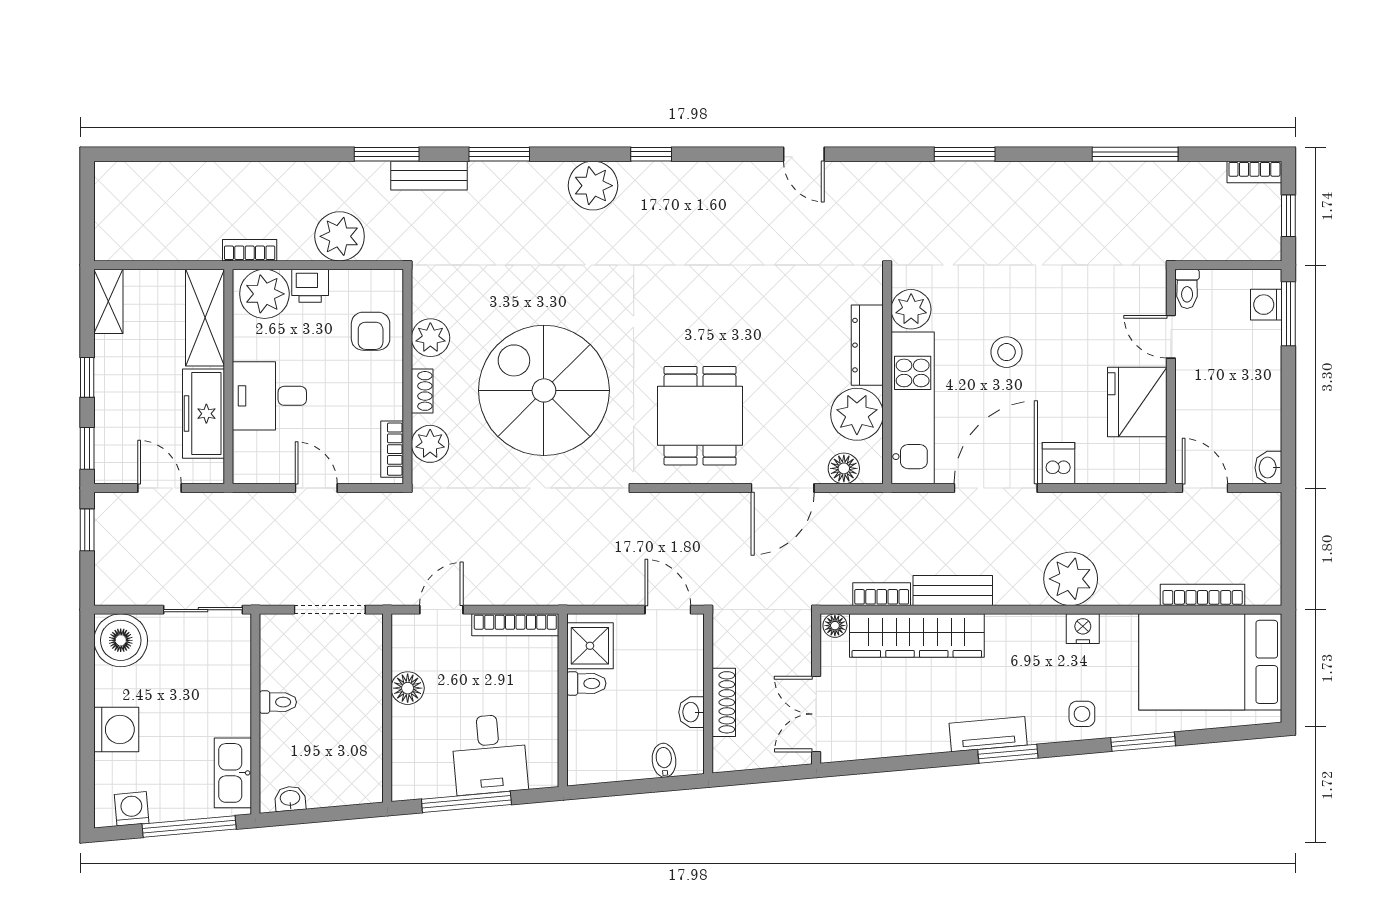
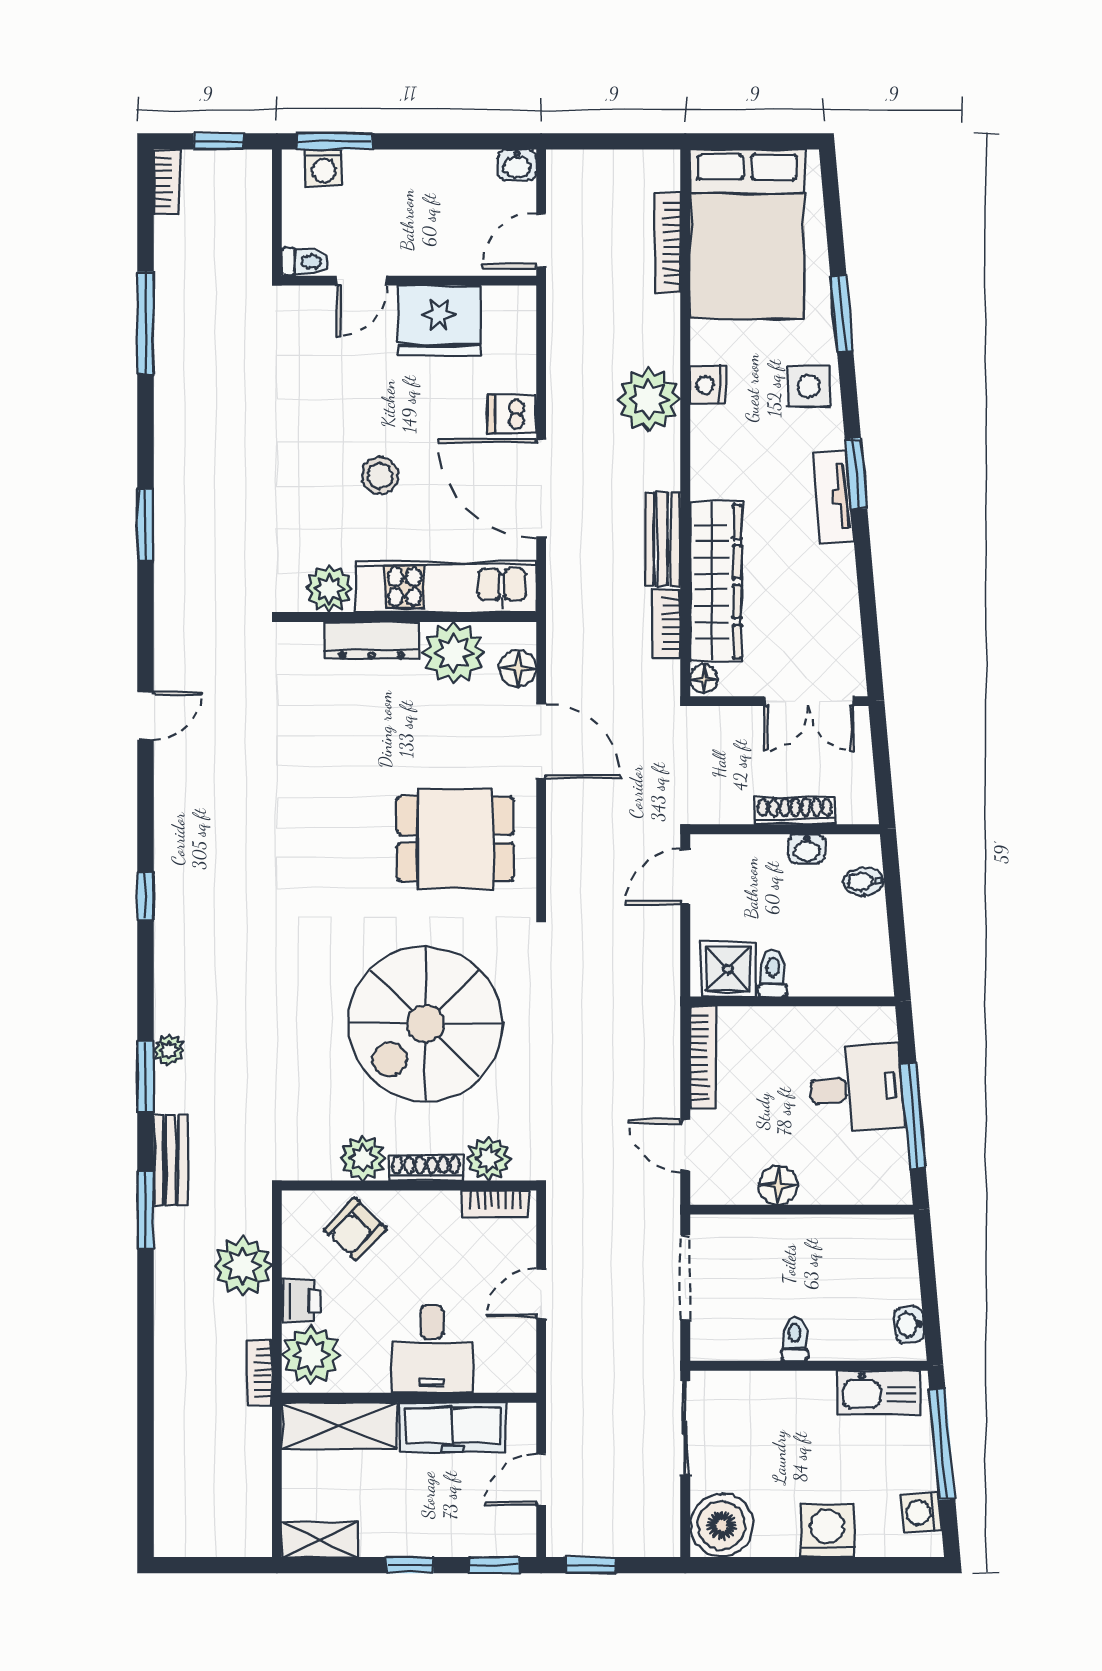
plant: (593, 186) -> (169, 1050), moved, width x0.53, depth x0.53
armchair: (371, 331) -> (355, 1229), turned 134
shoe rack: (422, 391) -> (426, 1168), width x1.43
side table: (1082, 714) -> (809, 386), width x1.37, depth x1.37

